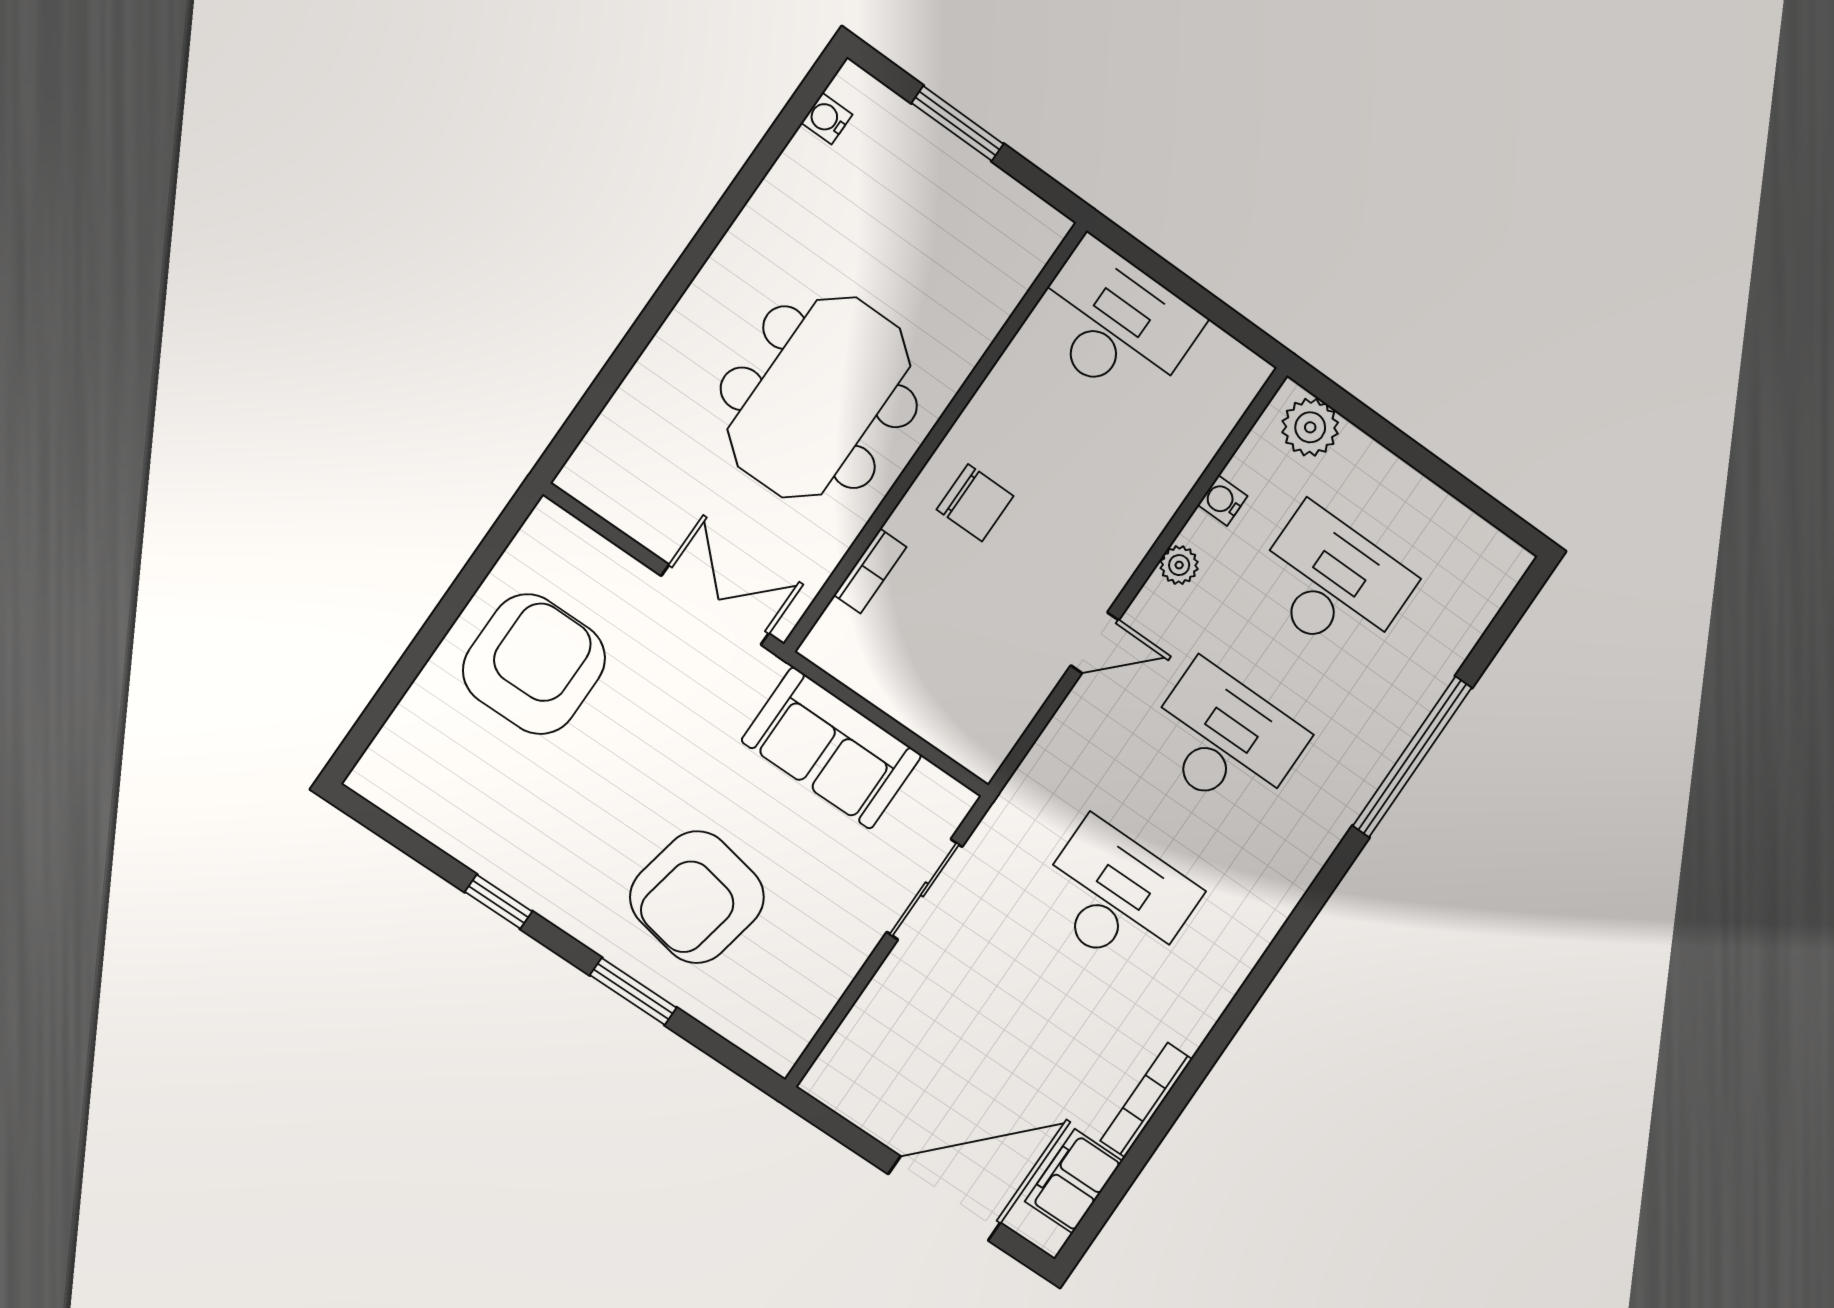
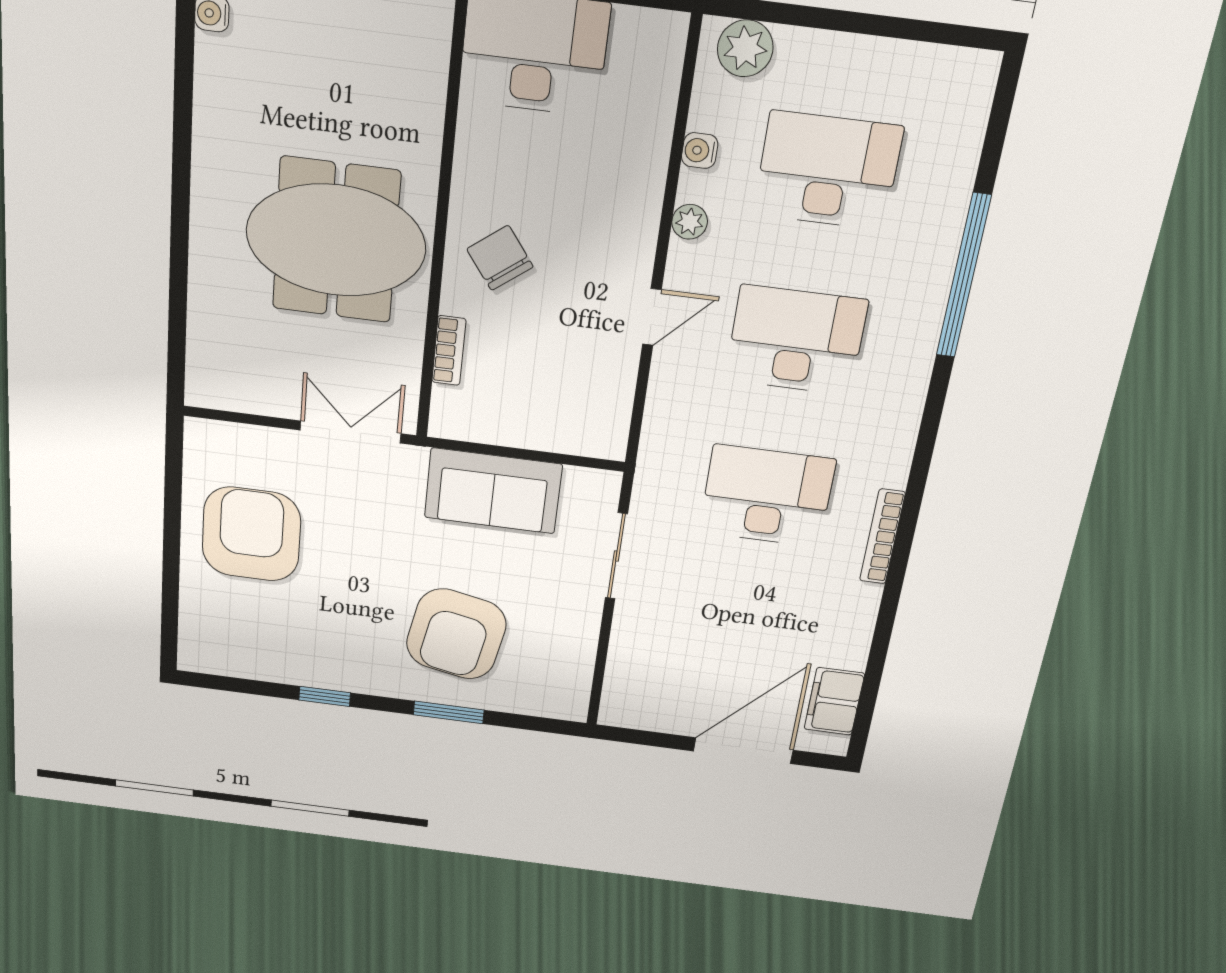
meeting table: (819, 397) -> (336, 240), turned 90
chair: (975, 503) -> (500, 258), turned -127
bookcase: (1146, 1100) -> (882, 537), moved

